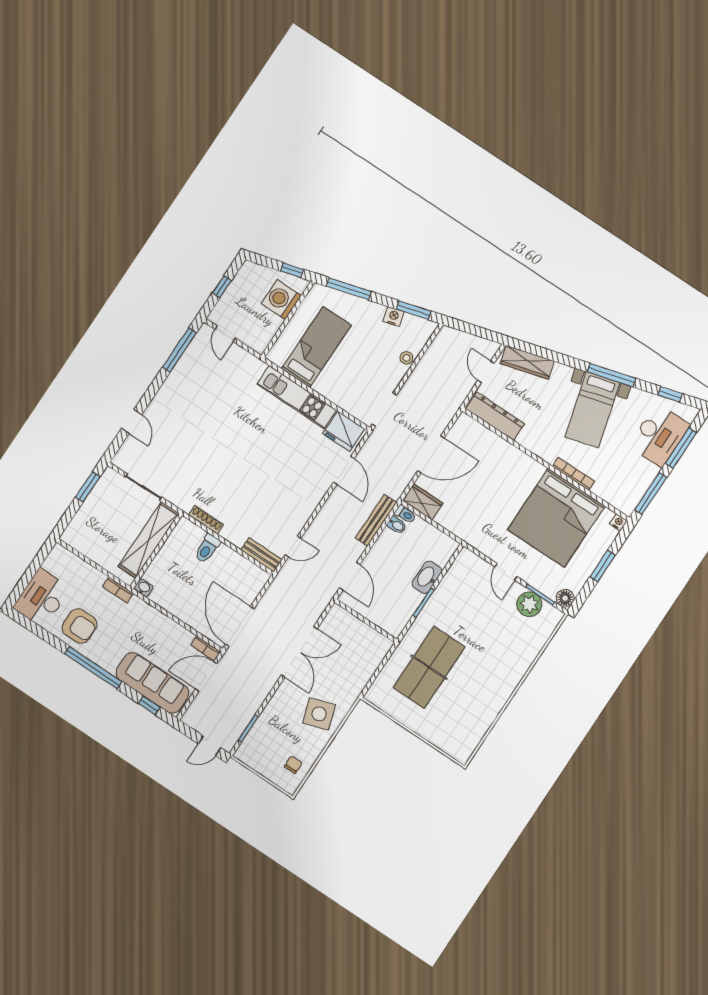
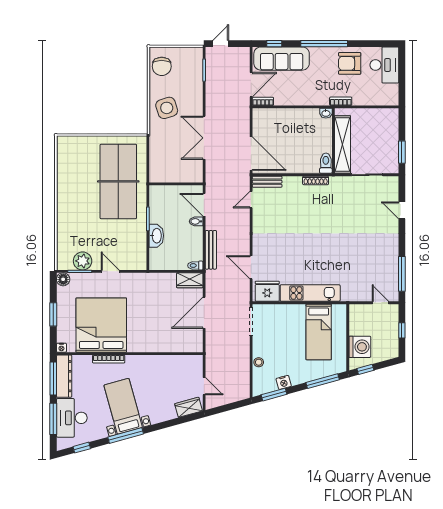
wardrobe: (527, 362) -> (189, 407), width x0.67
dresser: (495, 416) -> (64, 376), moved, turned -90
bidet: (397, 525) -> (196, 221), moved
toilet: (207, 549) -> (326, 163), moved
door: (240, 627) -> (251, 154), moved
table tennis table: (429, 667) -> (118, 181), width x1.36, depth x1.32
chair: (293, 765) -> (162, 66), width x1.87, depth x1.87

